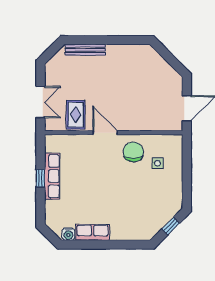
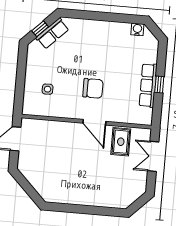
bench: (85, 50) -> (107, 202), removed
chair: (133, 152) -> (93, 88), moved, turned -90
row of seats: (93, 232) -> (52, 33), moved, turned -45

